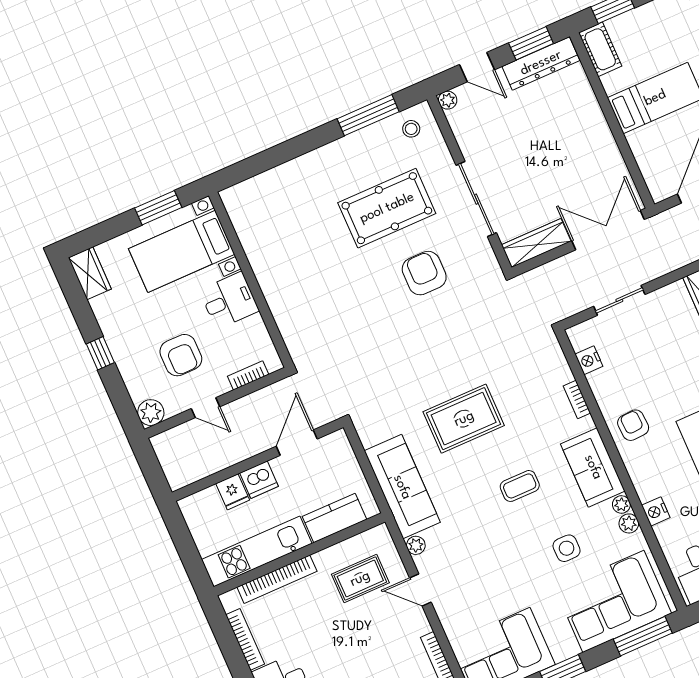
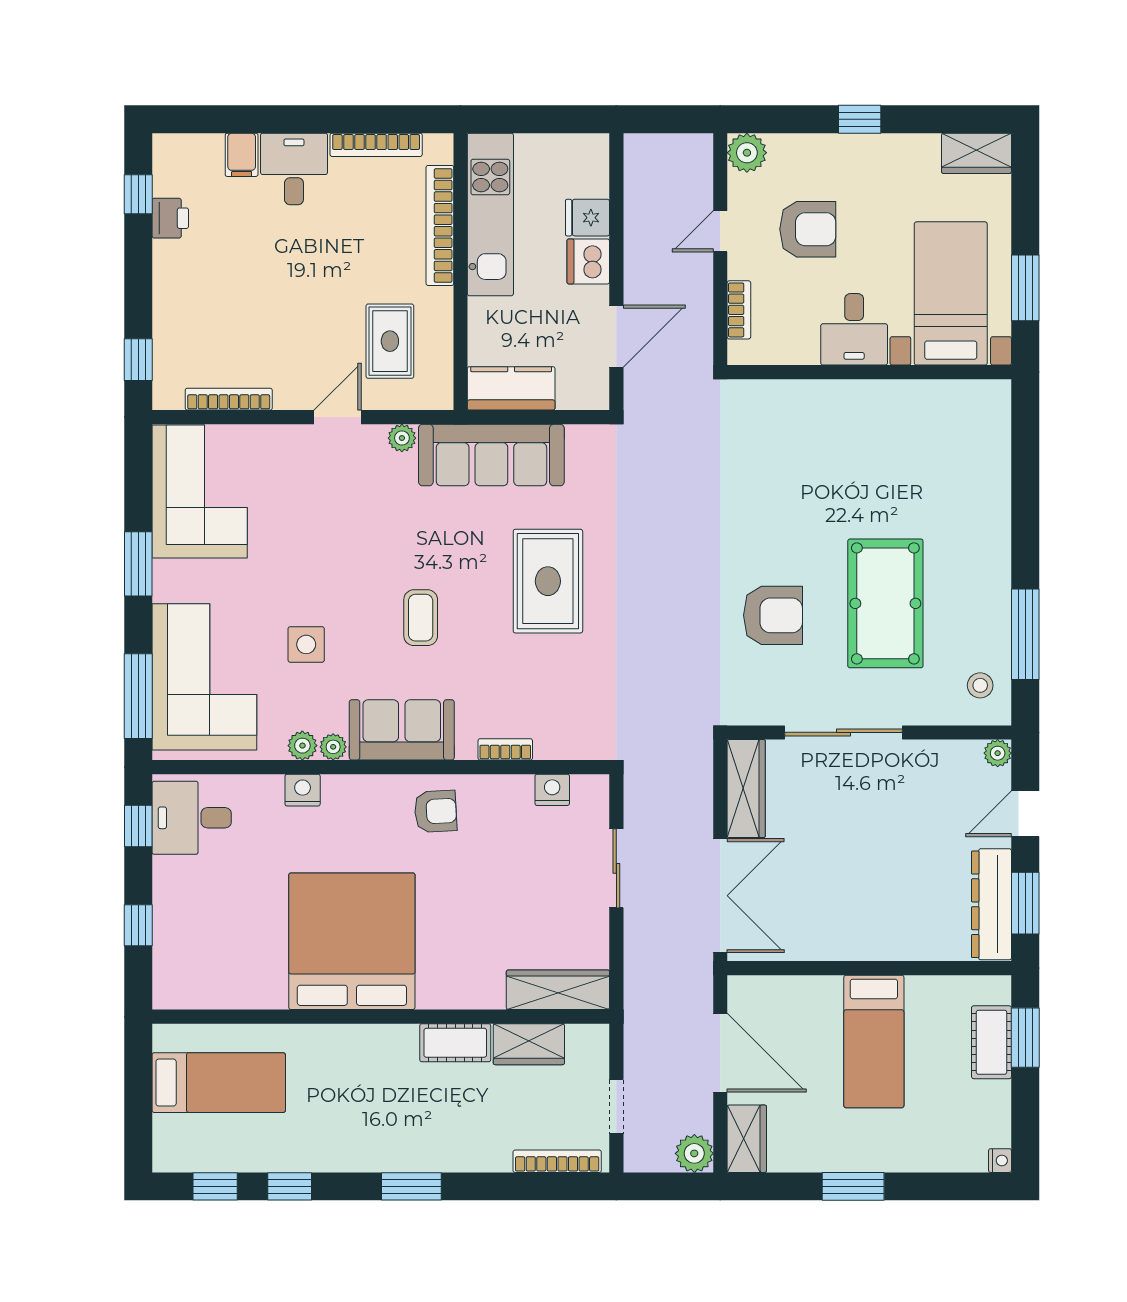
cot: (600, 49) -> (991, 1042), moved, turned 90
armchair: (181, 355) -> (808, 229), turned 180
door: (297, 443) -> (616, 336), hinge flipped
kitchen counter: (335, 518) -> (511, 388), moved, turned -90

